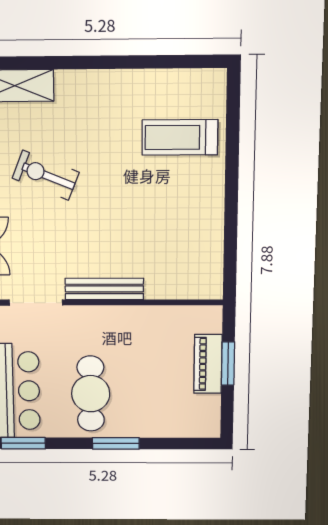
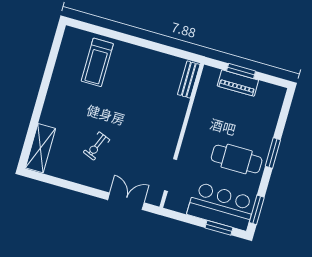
exercise bike: (46, 175) -> (97, 146), width x0.73, depth x0.72
bench: (104, 289) -> (189, 80), moved, width x0.73

